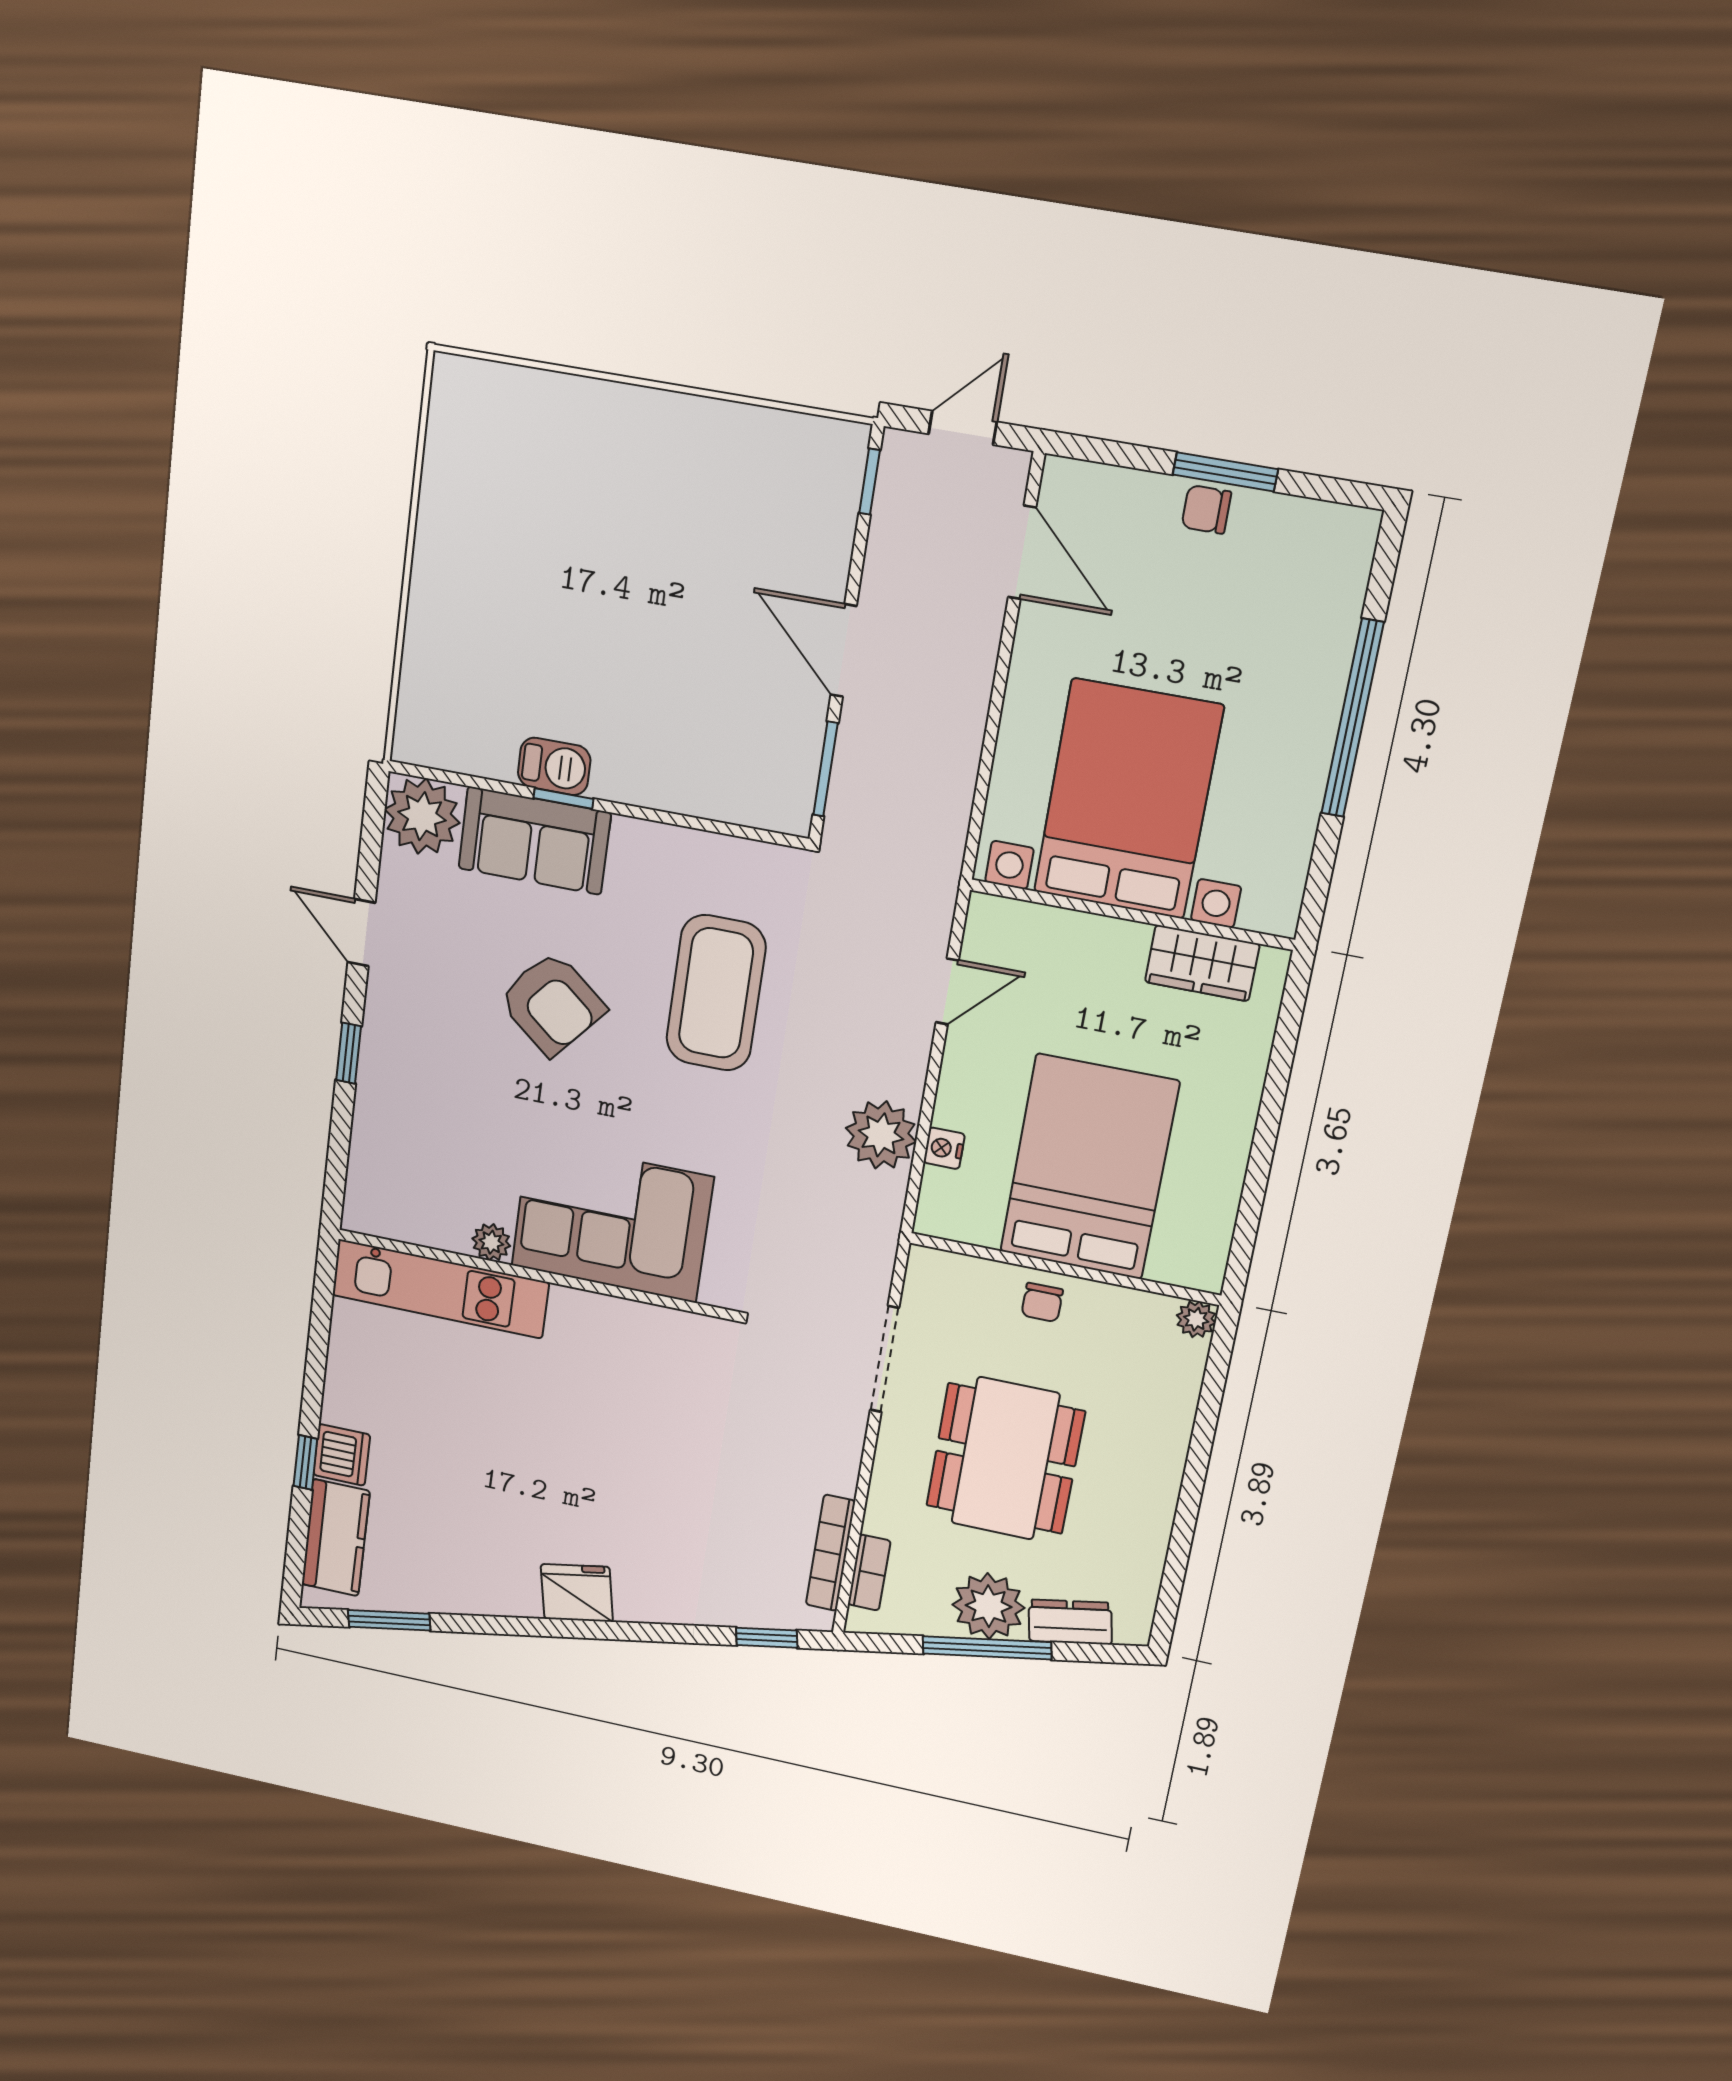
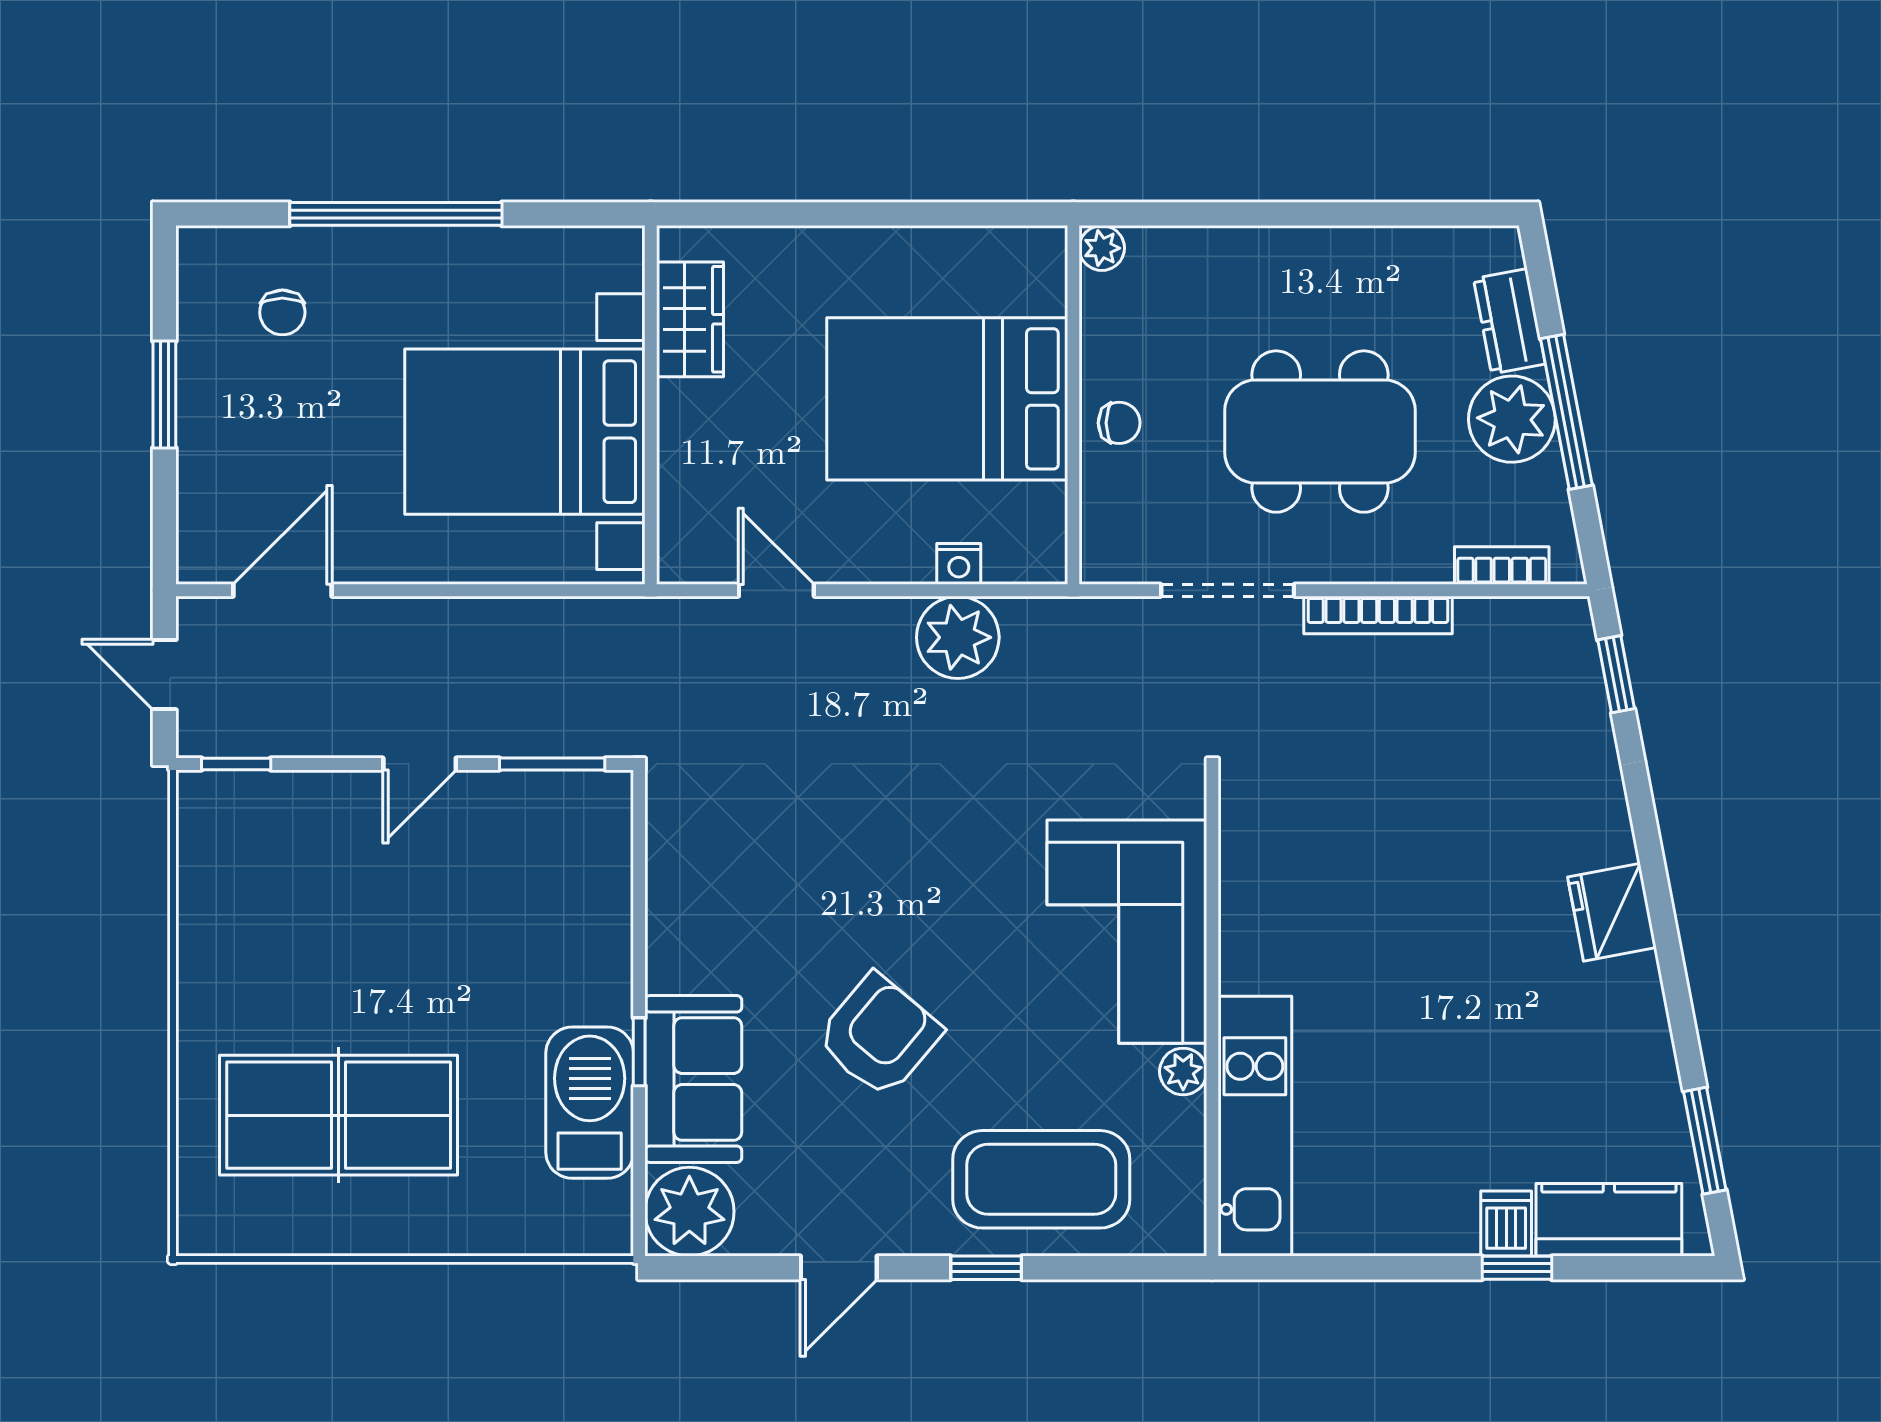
chair: (1206, 509) -> (282, 312), moved
table tennis table: (541, 522) -> (339, 1115), added
door: (844, 650) -> (420, 764), width x0.73
barbecue: (554, 766) -> (590, 1103), width x1.88, depth x1.53
coffee table: (716, 993) -> (1041, 1179), moved
dishwasher: (342, 1455) -> (1506, 1224), width x0.73
bookcase: (831, 1553) -> (1378, 615), moved

